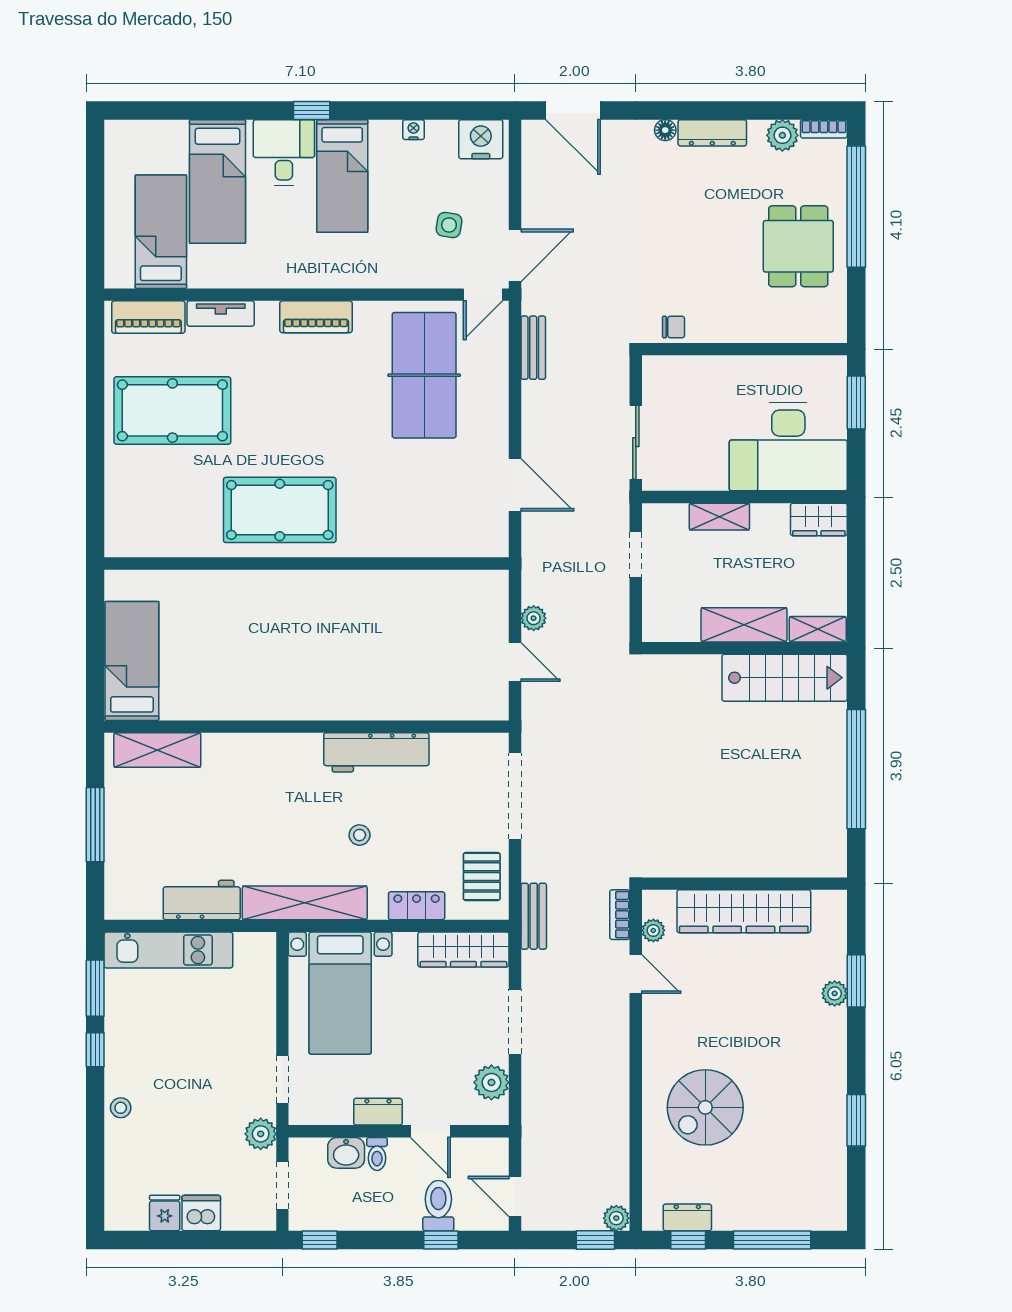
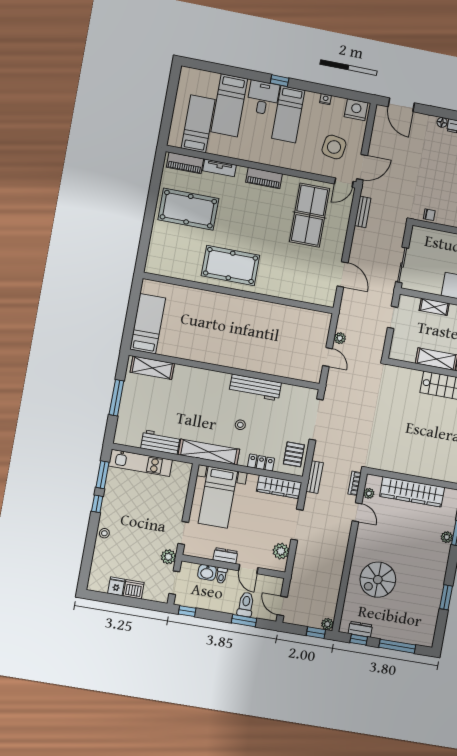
side table: (449, 225) -> (334, 147), width x1.87, depth x1.87
window: (441, 1240) -> (244, 621), width x1.50

